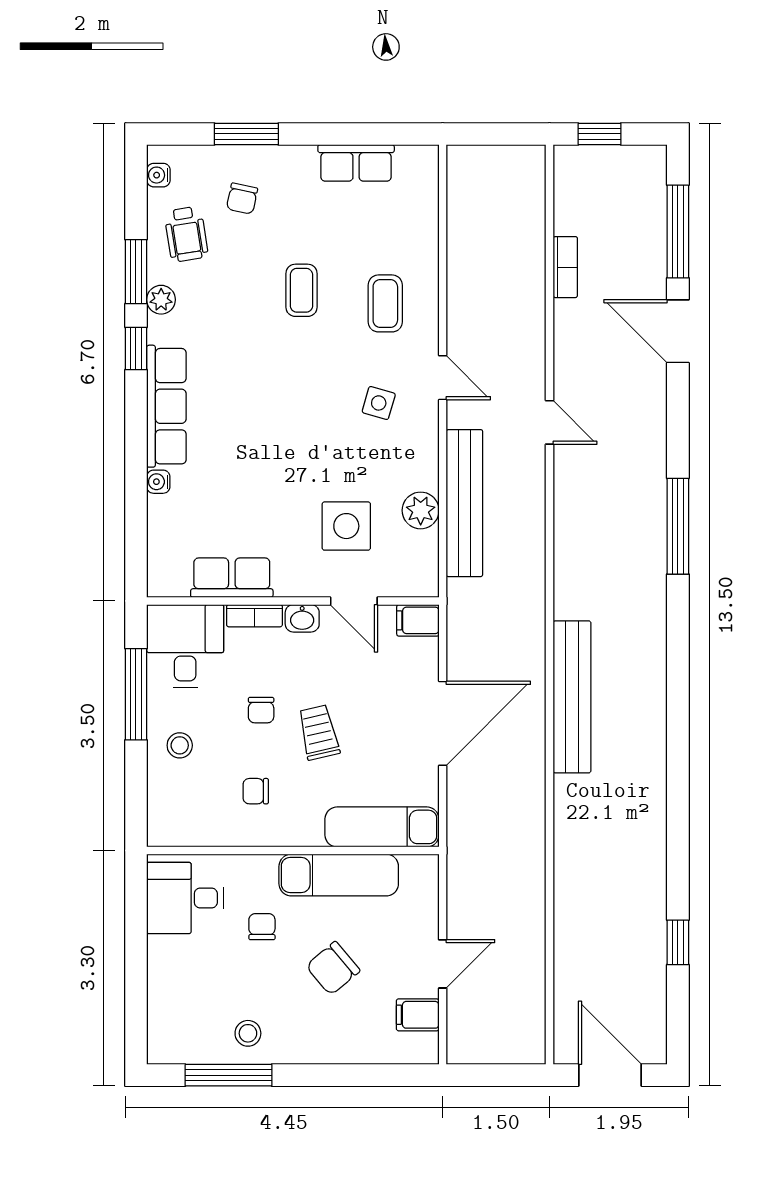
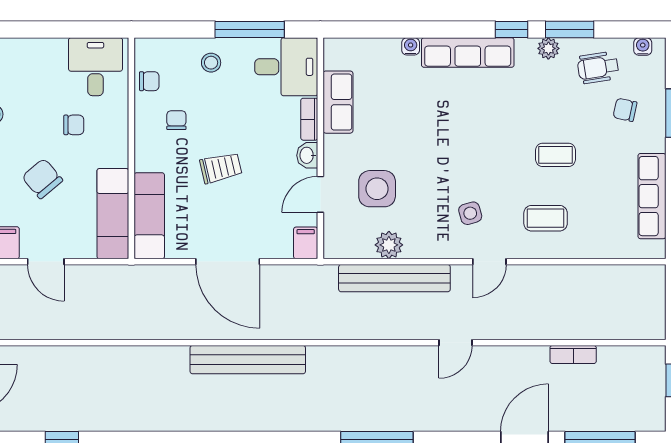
row of seats: (356, 163) -> (652, 196), width x1.48
side table: (379, 403) -> (470, 213), turned -32
chair: (261, 710) -> (149, 81), moved, turned 180
exam couch: (339, 875) -> (113, 214), moved

